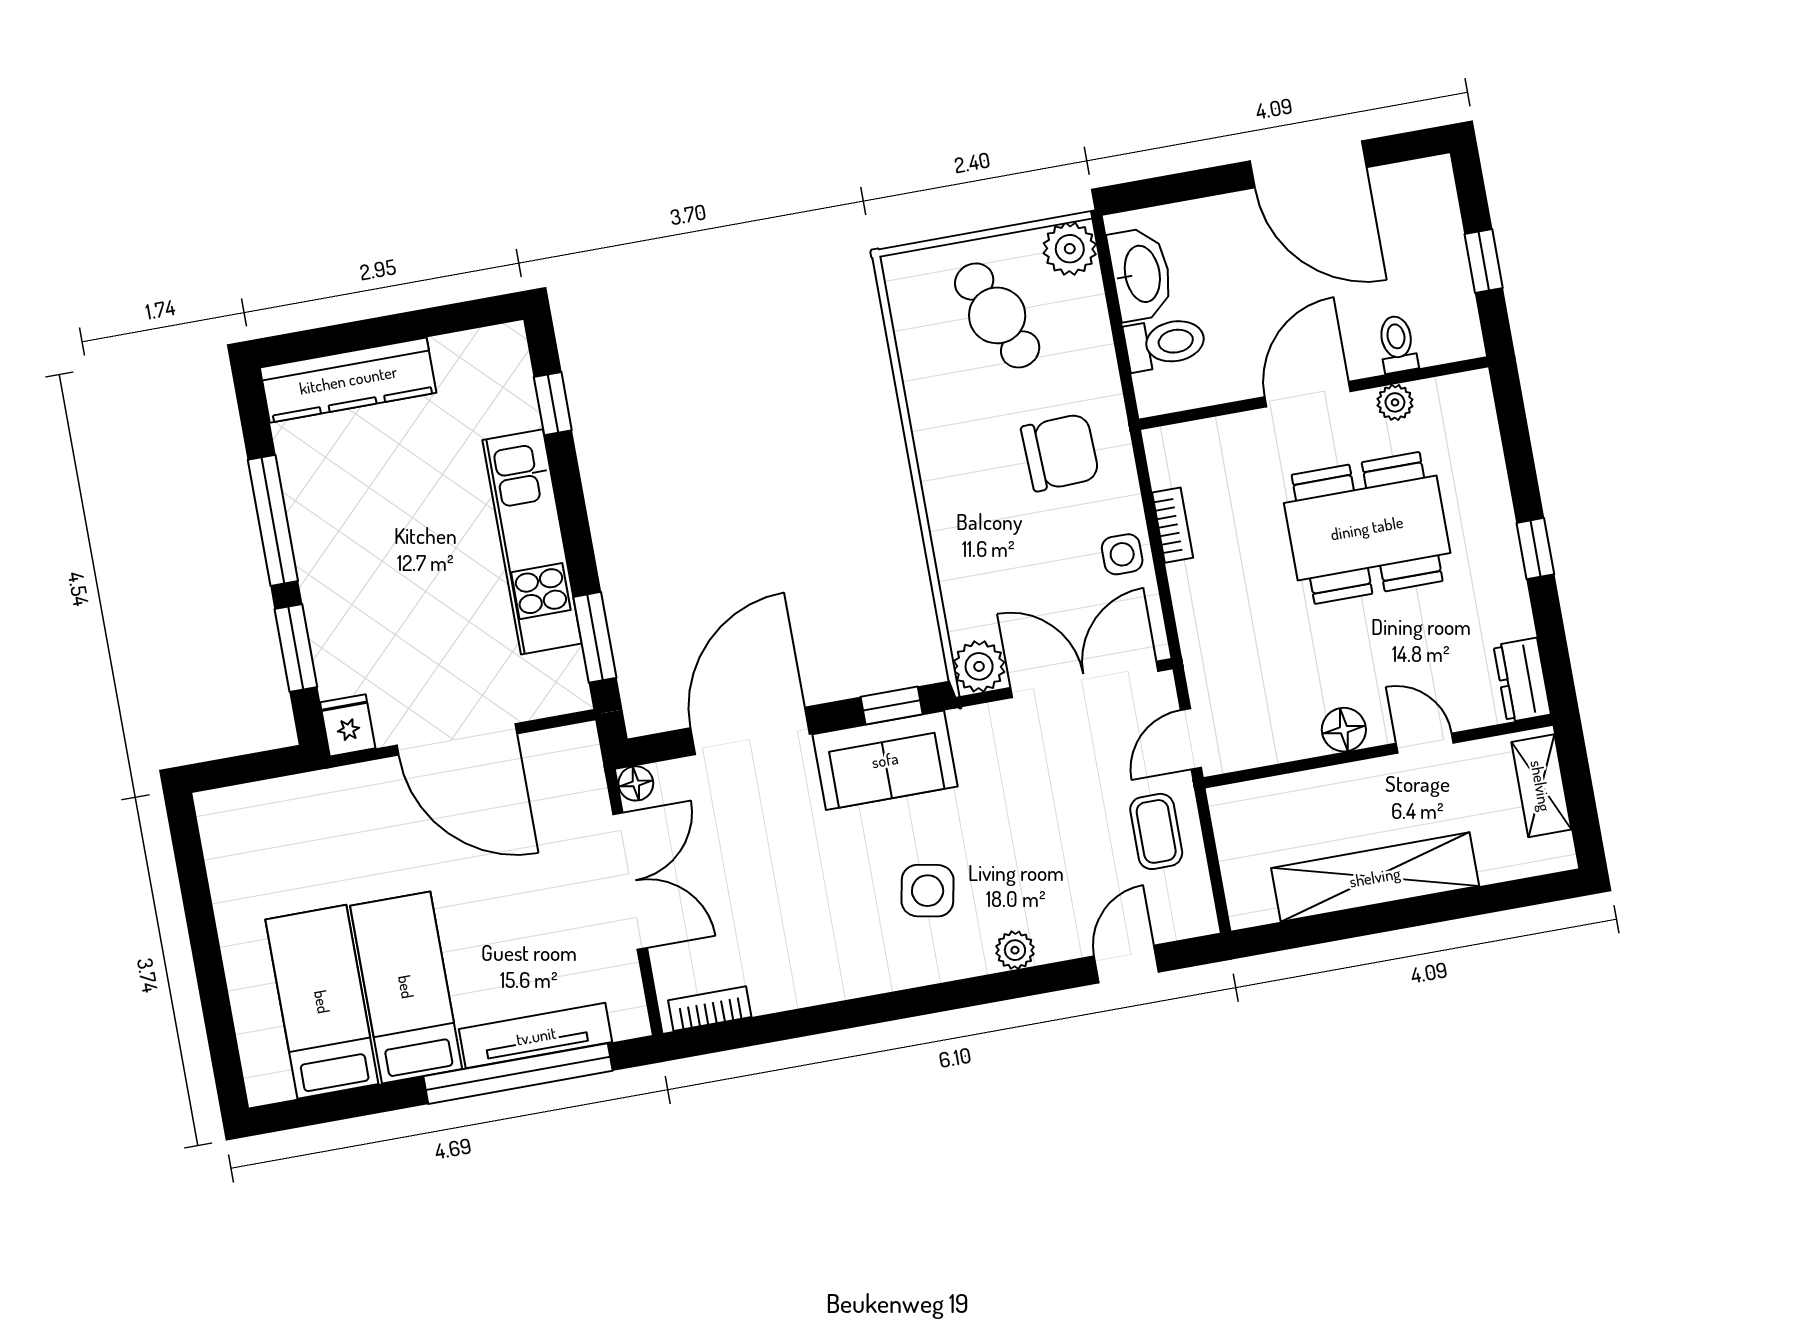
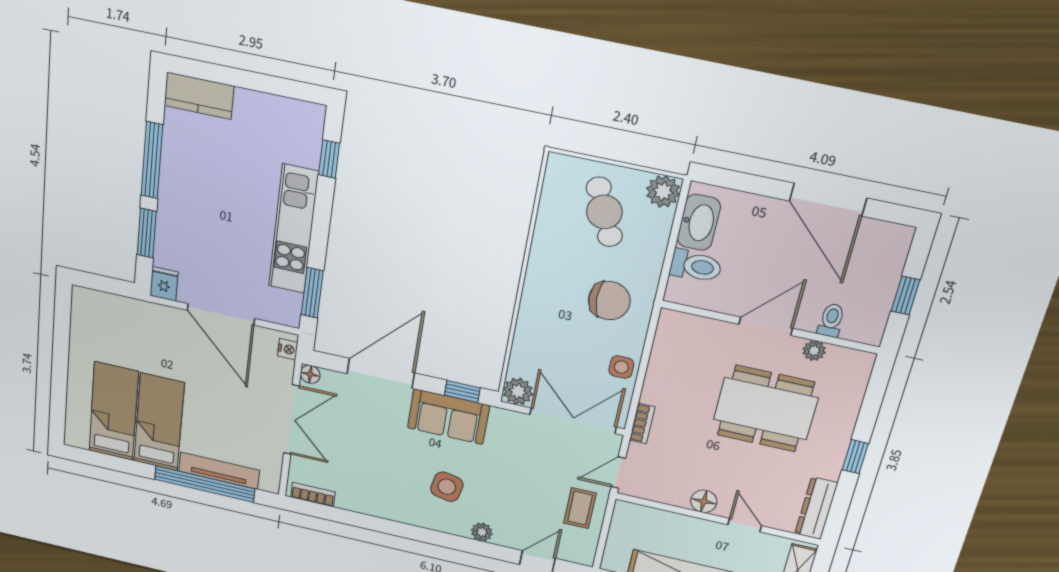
kitchen counter: (348, 380) -> (199, 96), width x0.67
bookcase: (1173, 525) -> (642, 424), moved
dresser: (1522, 680) -> (816, 508), width x1.44
nightstand: (585, 754) -> (288, 349), added

